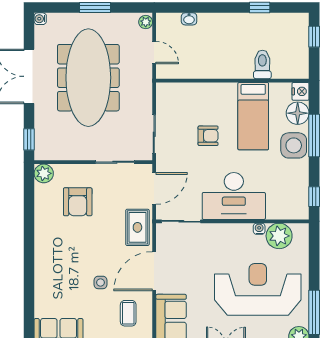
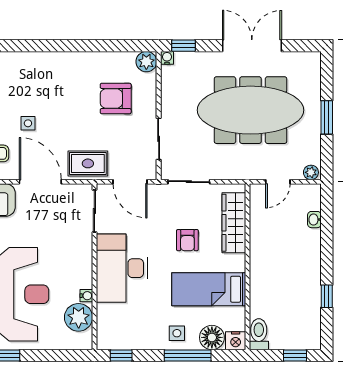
water cooler: (40, 19) -> (167, 58), moved
toilet: (262, 64) -> (259, 334), moved, turned -90
wardrobe: (192, 93) -> (234, 223), added
side table: (294, 145) -> (177, 333), width x0.54, depth x0.54

